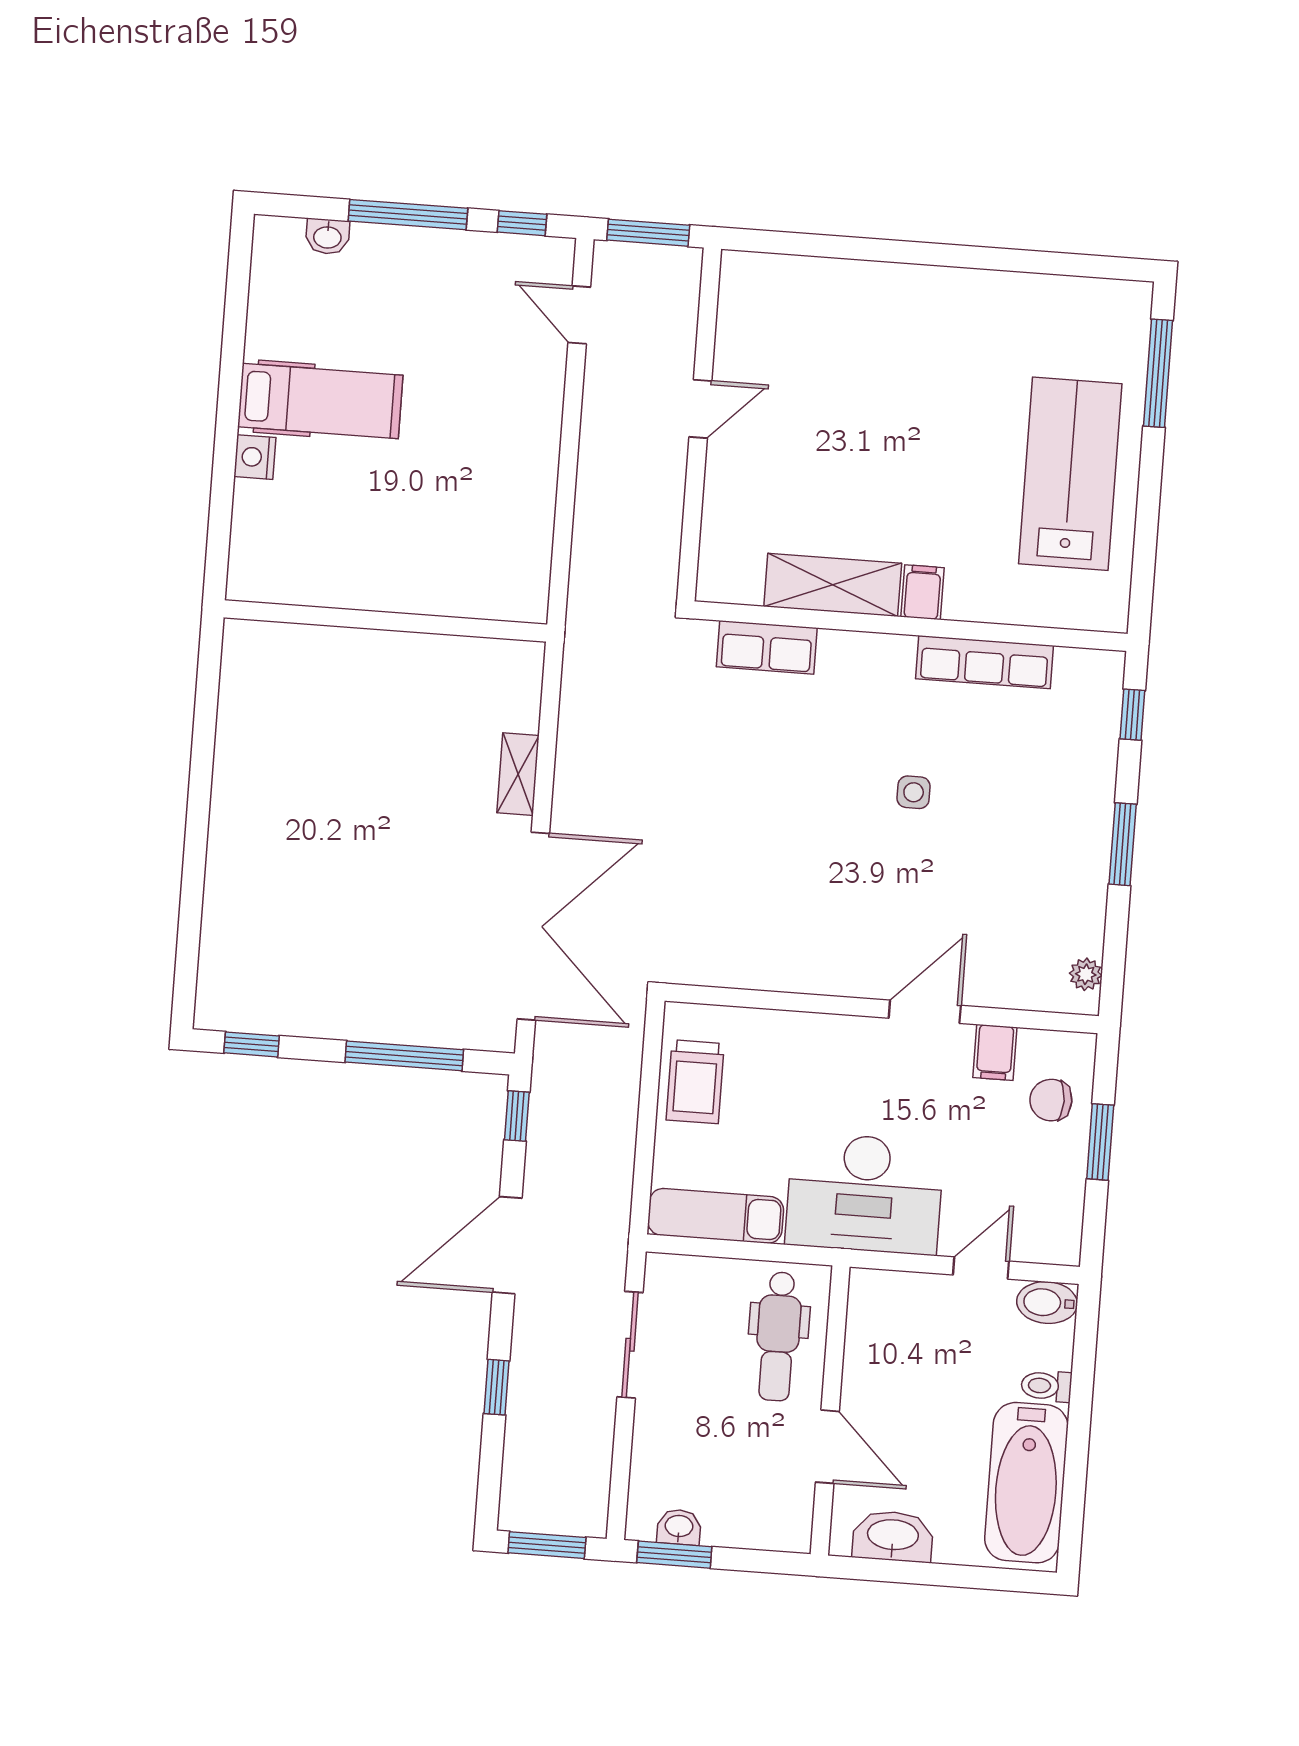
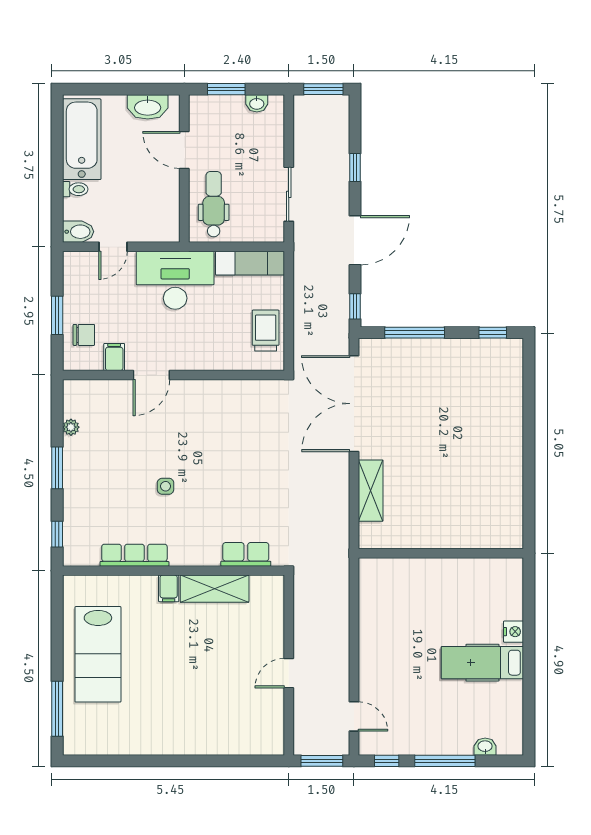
shelving: (518, 774) -> (371, 491), width x1.50, depth x1.33
plant: (1086, 974) -> (71, 427), moved
window: (674, 1555) -> (226, 89), moved

